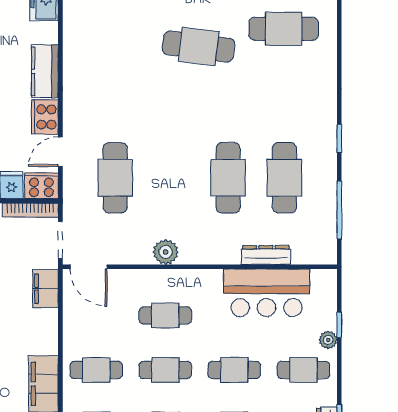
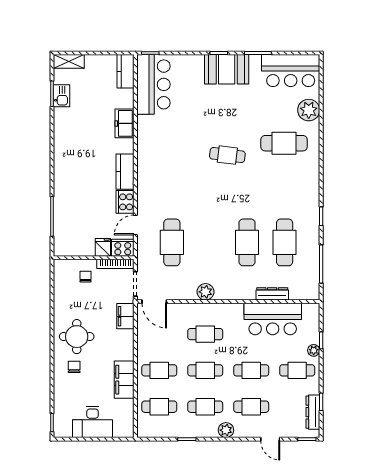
cafe table: (199, 47) -> (227, 155), width x0.73, depth x0.74

